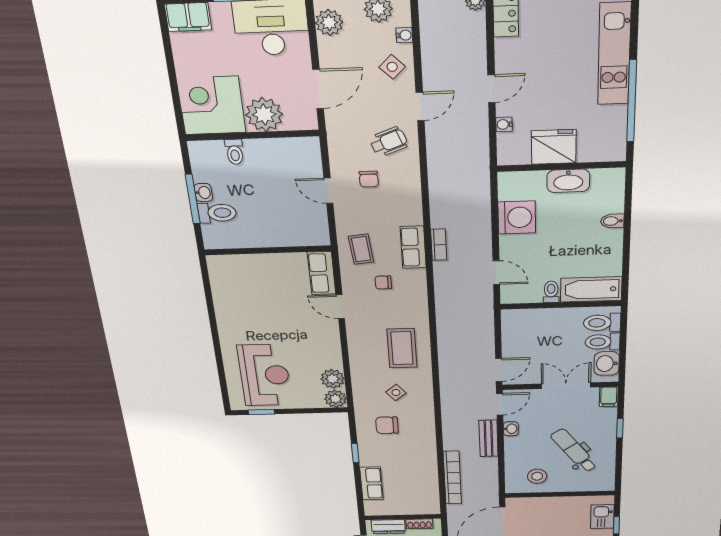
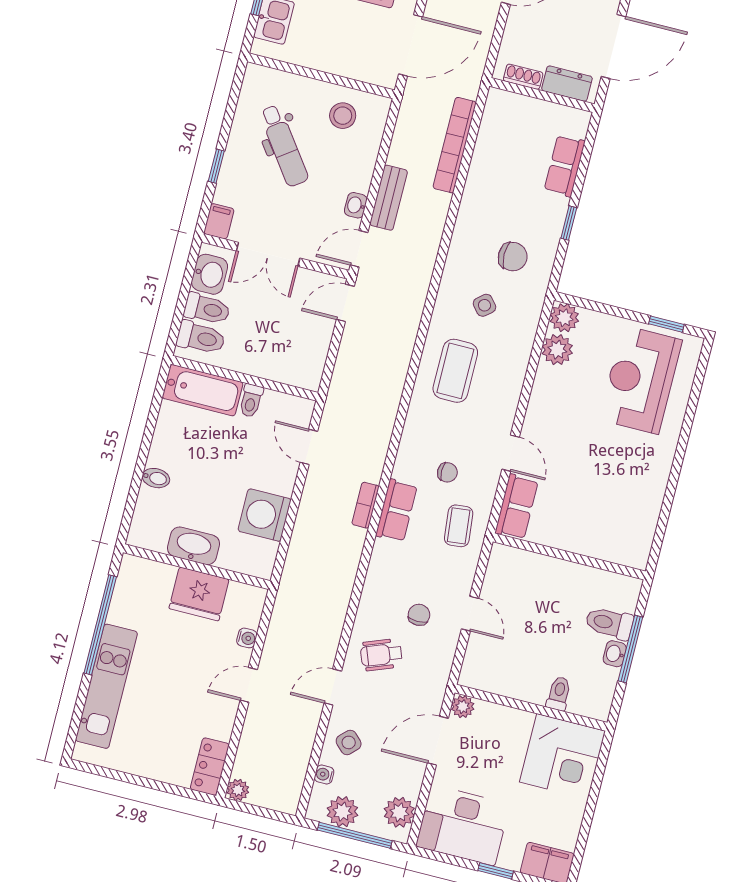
plant: (264, 115) -> (463, 707), moved, width x0.53, depth x0.53

